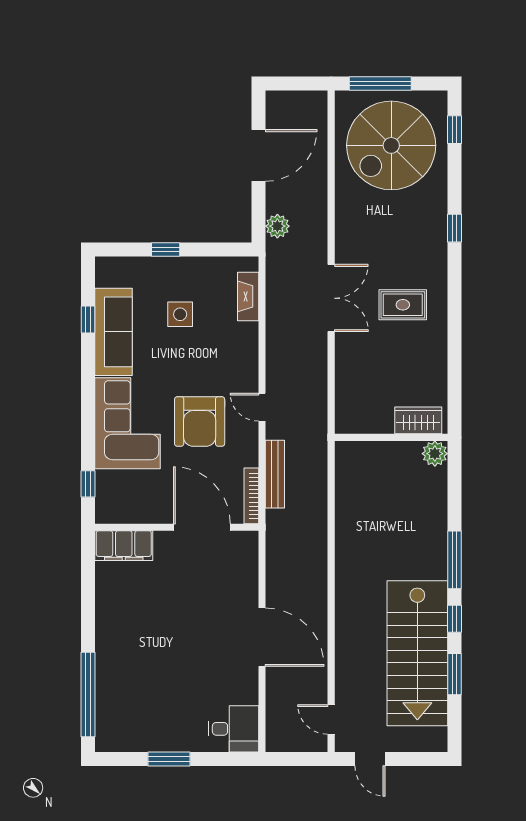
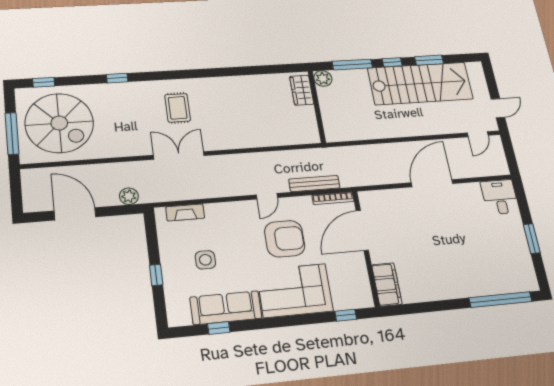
wardrobe: (418, 420) -> (302, 90), moved
wall: (391, 437) -> (317, 107), moved
plant: (435, 454) -> (323, 79), moved

